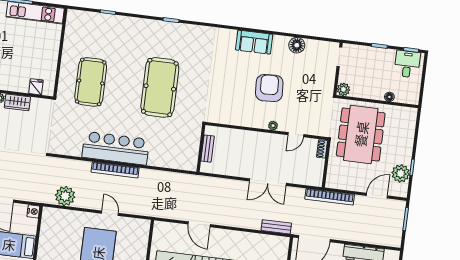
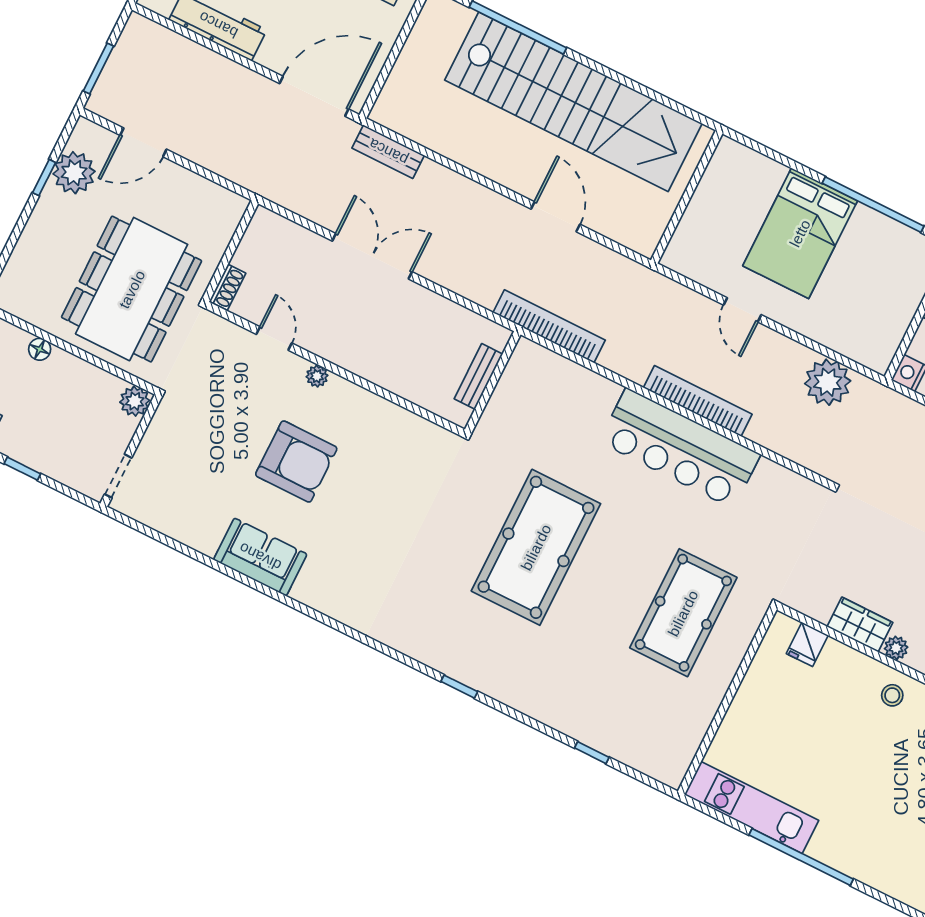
sofa: (254, 42) -> (260, 557), moved
floor lamp: (297, 45) -> (203, 534), removed
armchair: (269, 88) -> (296, 461), turned -87
door: (296, 135) -> (274, 339), hinge flipped
bookcase: (330, 197) -> (549, 326), moved

